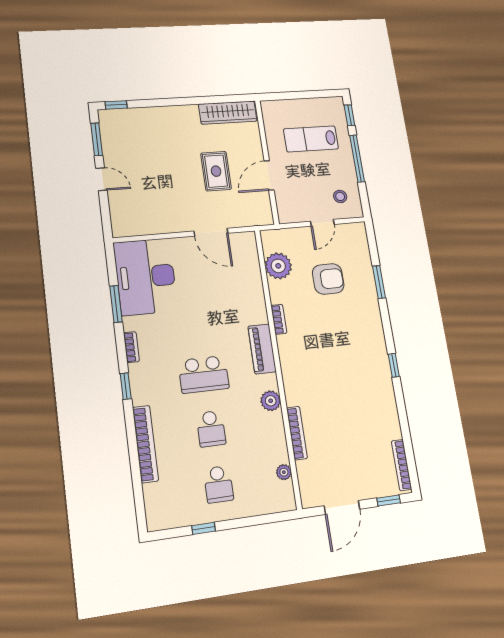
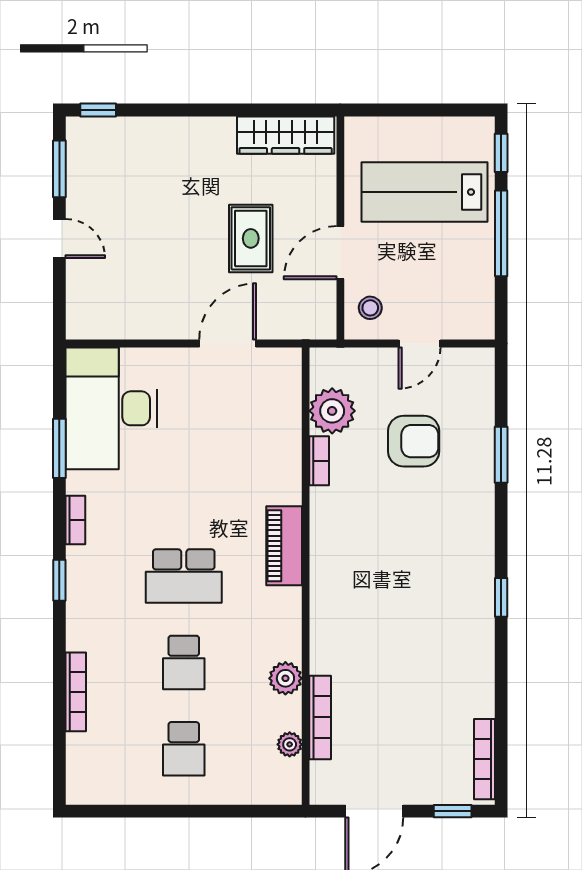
lab bench: (311, 139) -> (424, 192), width x1.36, depth x1.39
stool: (340, 196) -> (370, 308), moved
door: (211, 232) -> (228, 344), swing flipped
bookcase: (279, 319) -> (319, 461), moved
plant: (271, 401) -> (285, 678), moved
bookcase: (297, 433) -> (320, 717), moved
bookcase: (145, 444) -> (76, 692), width x0.68, depth x0.76
window: (204, 528) -> (152, 811), removed

